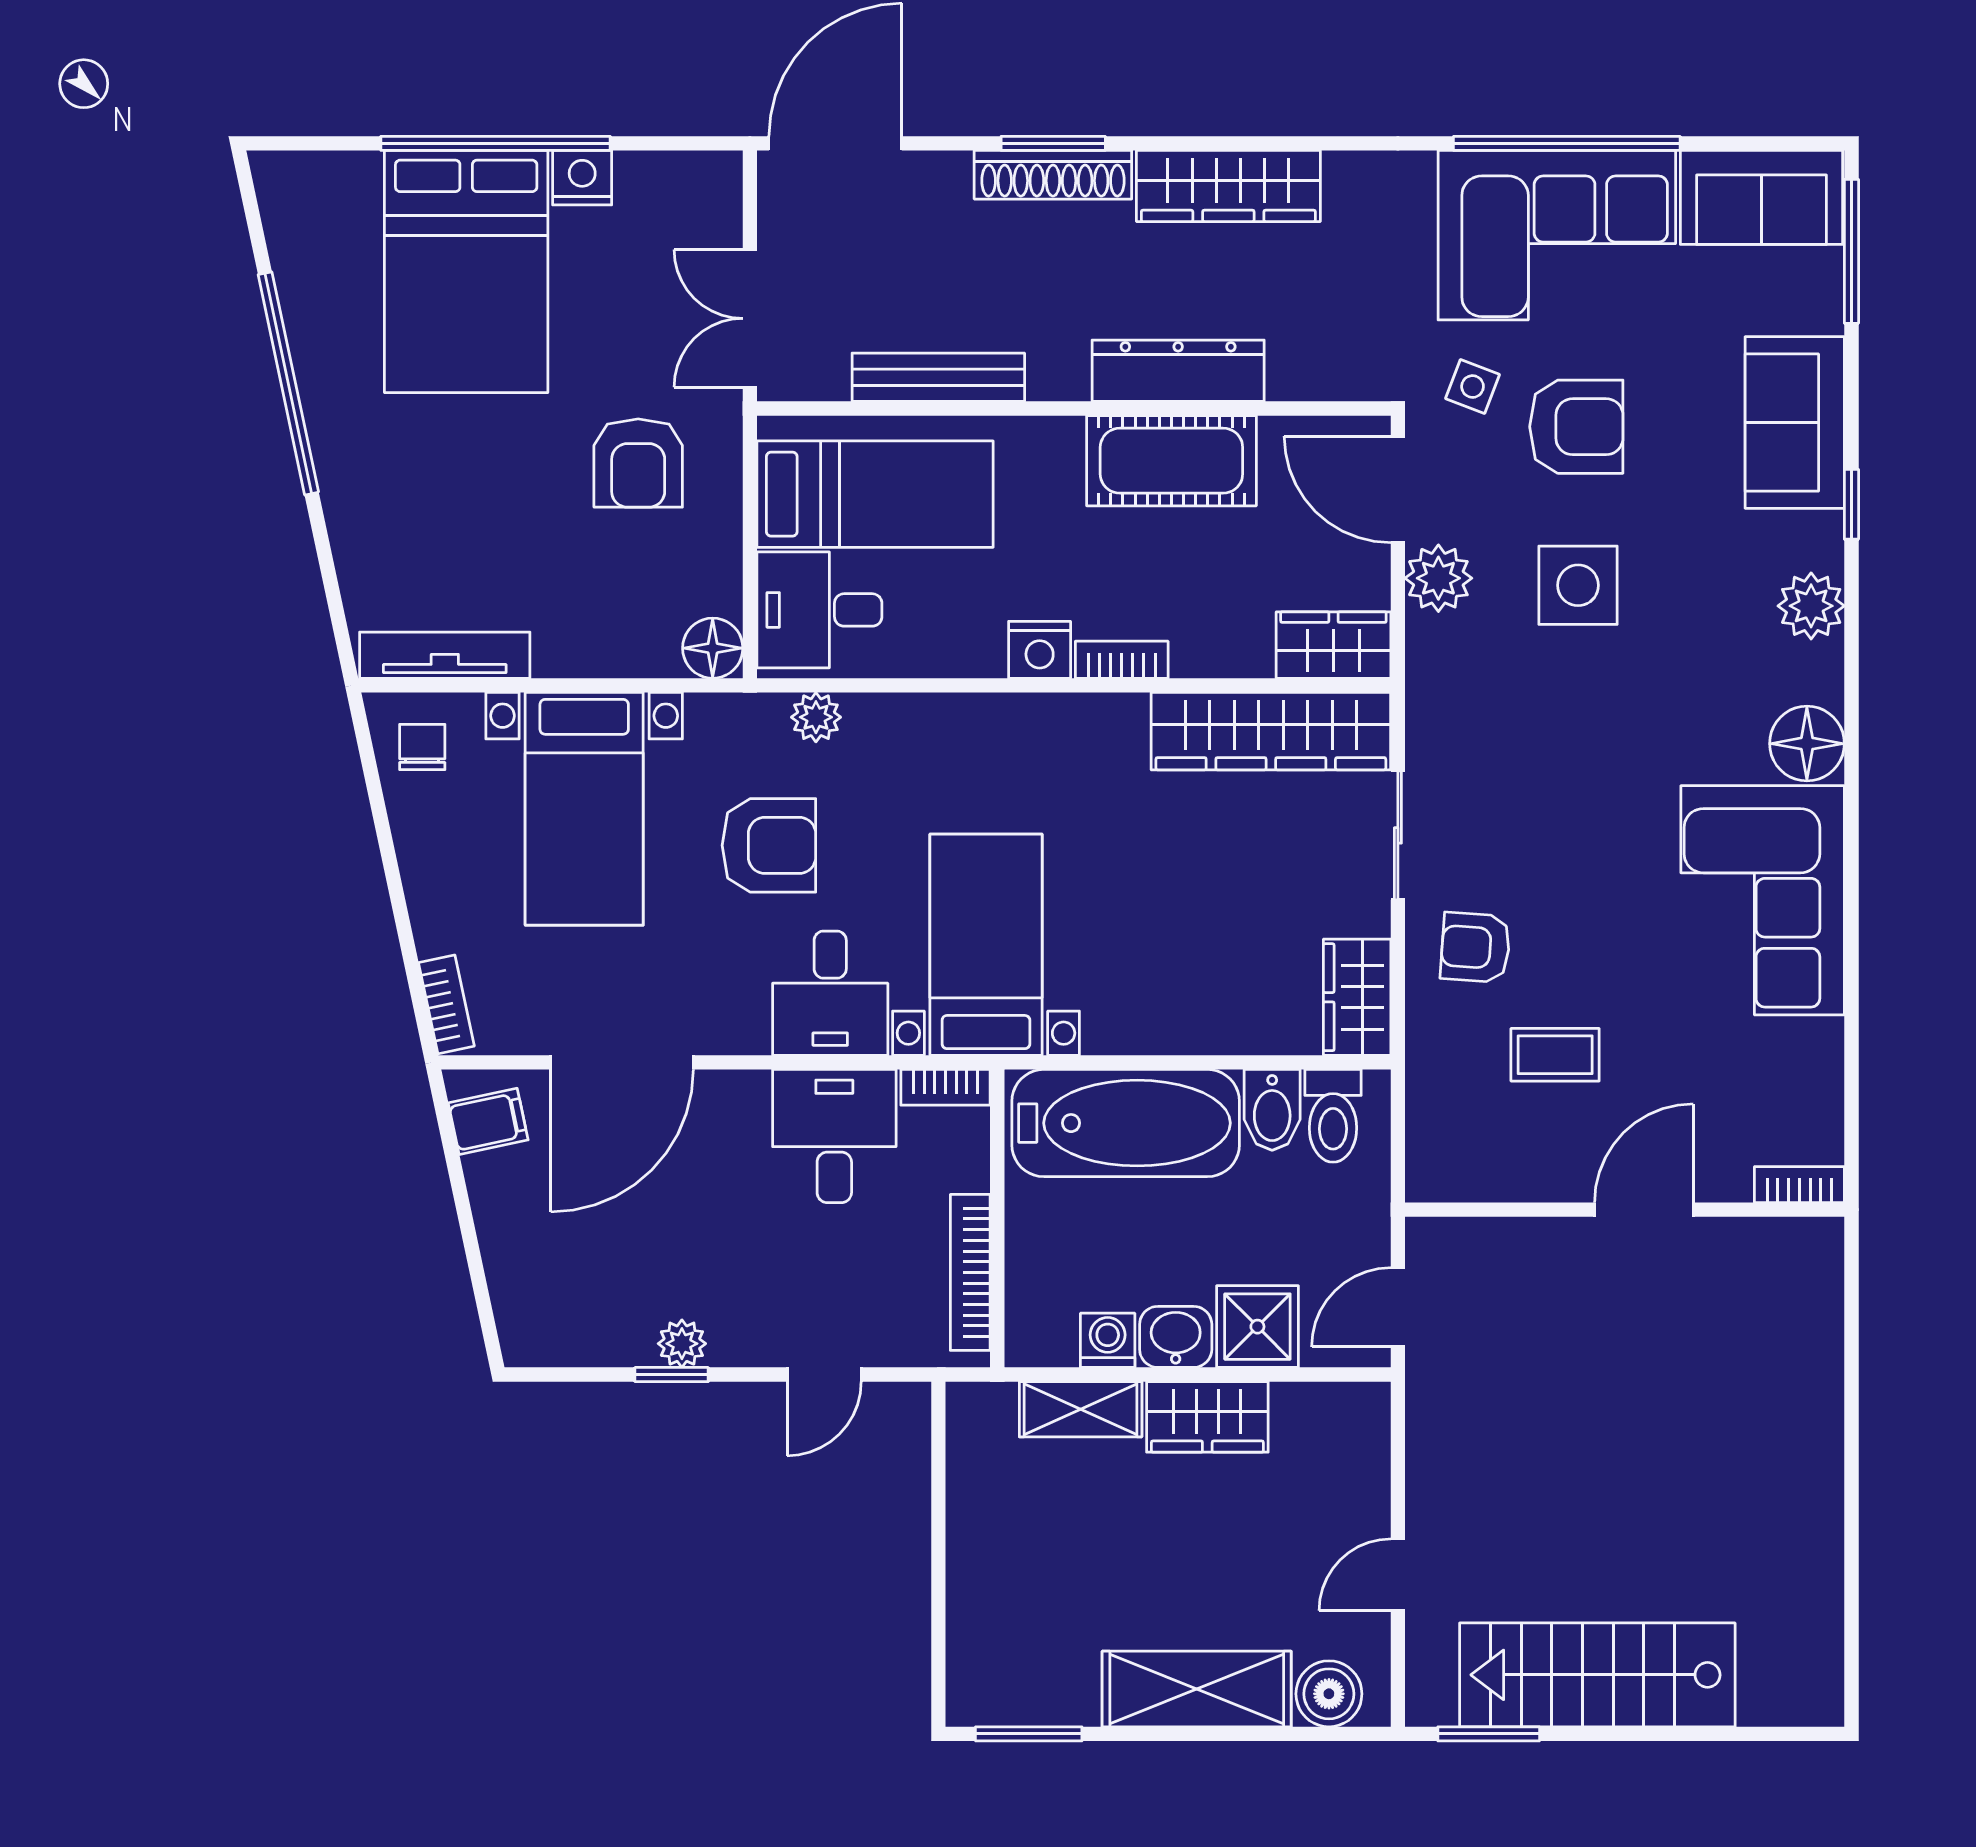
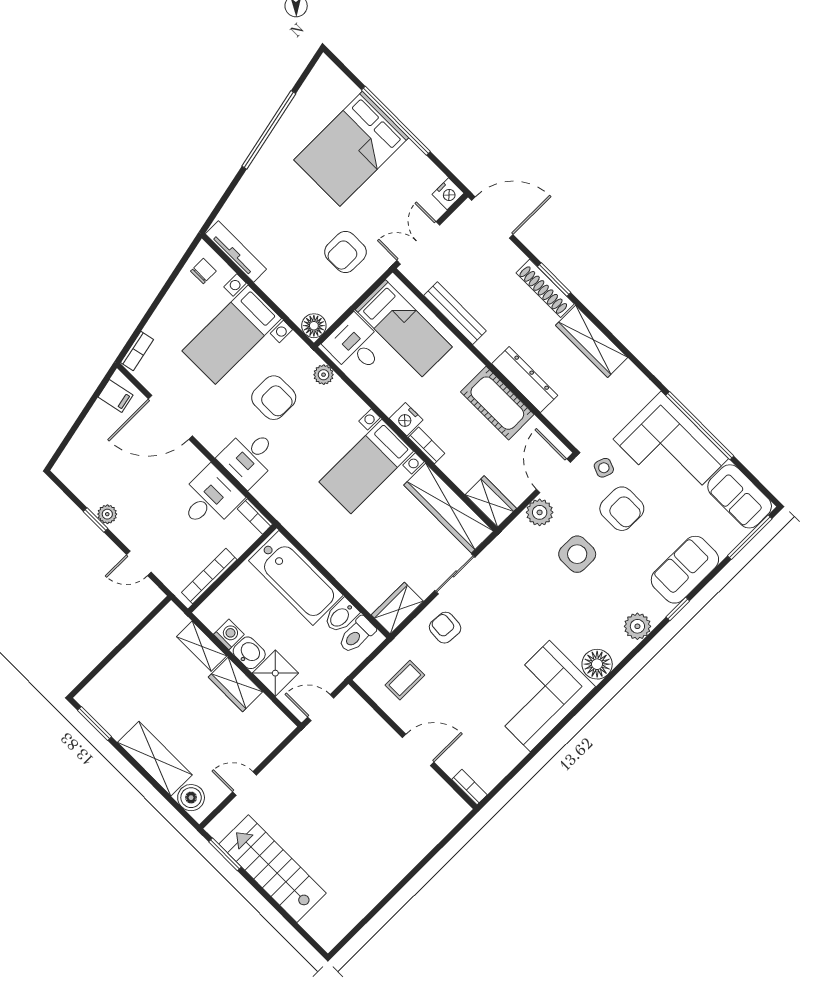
nightstand: (582, 178) -> (448, 194), moved, turned 90
bed with nightstands: (986, 945) -> (366, 466), moved, turned 180
coffee table: (1555, 1055) -> (405, 680), moved, turned 90

